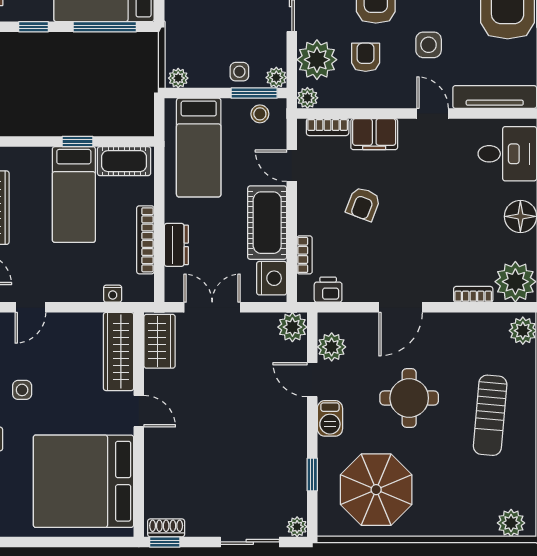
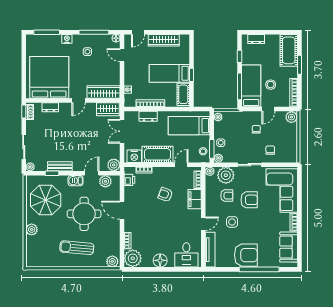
double door: (212, 307) -> (122, 131), swing flipped
round table: (409, 398) -> (84, 214), width x1.36, depth x1.36
bench: (296, 456) -> (60, 166), added
dresser: (155, 479) -> (50, 107), added
plant: (511, 523) -> (32, 229), moved

